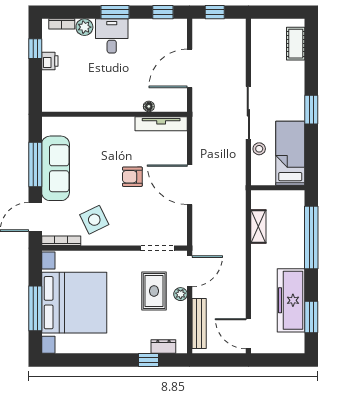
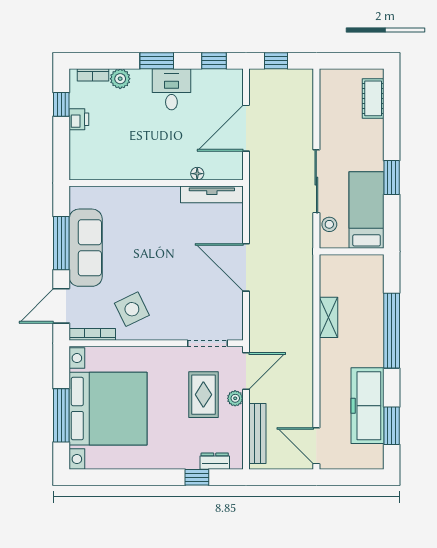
desk: (112, 36) -> (171, 89), moved
bed: (290, 153) -> (367, 210), moved
armchair: (132, 177) -> (178, 258), removed
wall: (278, 188) -> (352, 251), moved

